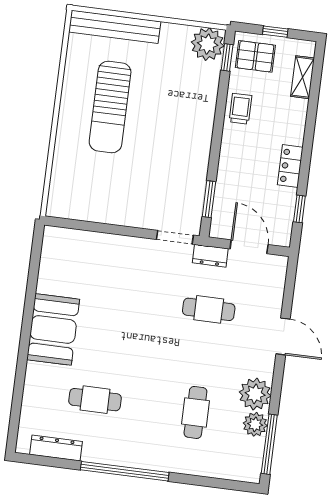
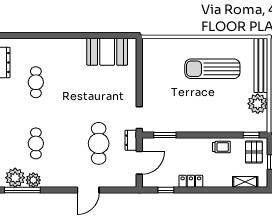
plant: (208, 44) -> (258, 104), moved
cafe table: (209, 309) -> (99, 143), width x1.37, depth x1.35
booth: (53, 329) -> (107, 52), moved
plant: (255, 394) -> (15, 178), moved
cafe table: (195, 412) -> (36, 143), turned 90

